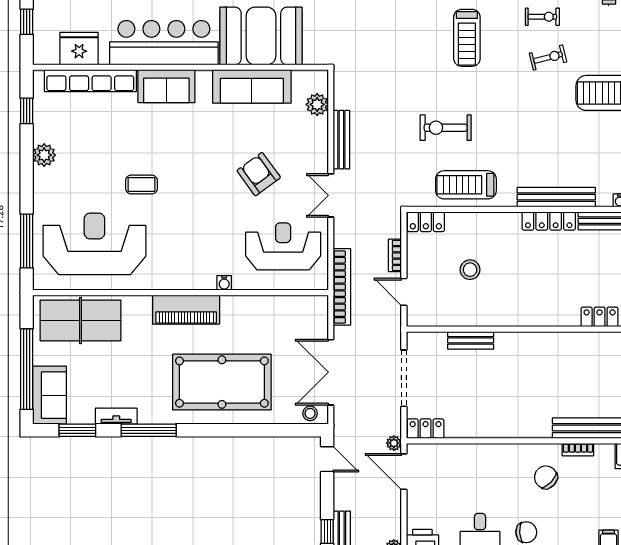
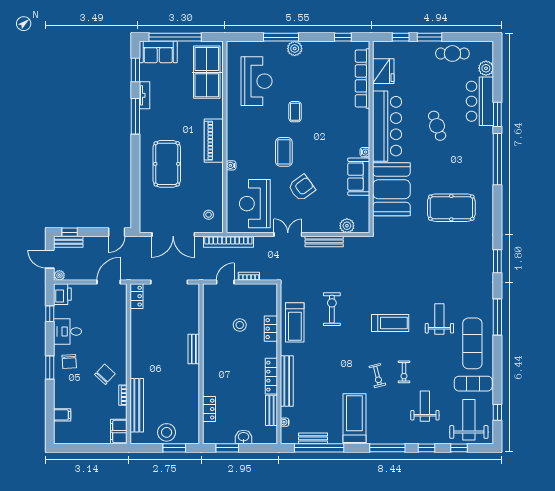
treadmill: (467, 38) -> (390, 323), turned 180
water cooler: (204, 77) -> (365, 152), added
sofa: (166, 86) -> (359, 128), removed
sofa: (252, 86) -> (359, 177), width x0.73
plant: (44, 155) -> (295, 49), moved
treadmill: (466, 185) -> (295, 322), turned 180
coffee table: (203, 202) -> (284, 152), added
locker: (426, 222) -> (271, 329), moved
window: (27, 241) -> (281, 37), moved
reception desk: (94, 244) -> (256, 81), width x0.74, depth x0.77
reception desk: (283, 246) -> (255, 204), turned 180
bench: (471, 340) -> (194, 349), moved
double door: (331, 372) -> (173, 235), swing flipped
pool table: (222, 382) -> (167, 164), width x0.73, depth x0.76
stool: (310, 413) -> (209, 215), moved
plant: (394, 443) -> (127, 276), removed

